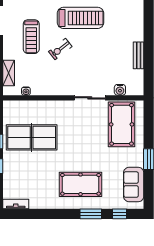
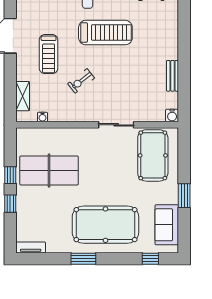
exercise bike: (60, 49) -> (81, 81), moved
water cooler: (120, 90) -> (172, 116), moved
pool table: (81, 184) -> (105, 225), width x1.36, depth x1.32
window: (91, 214) -> (83, 259), moved

